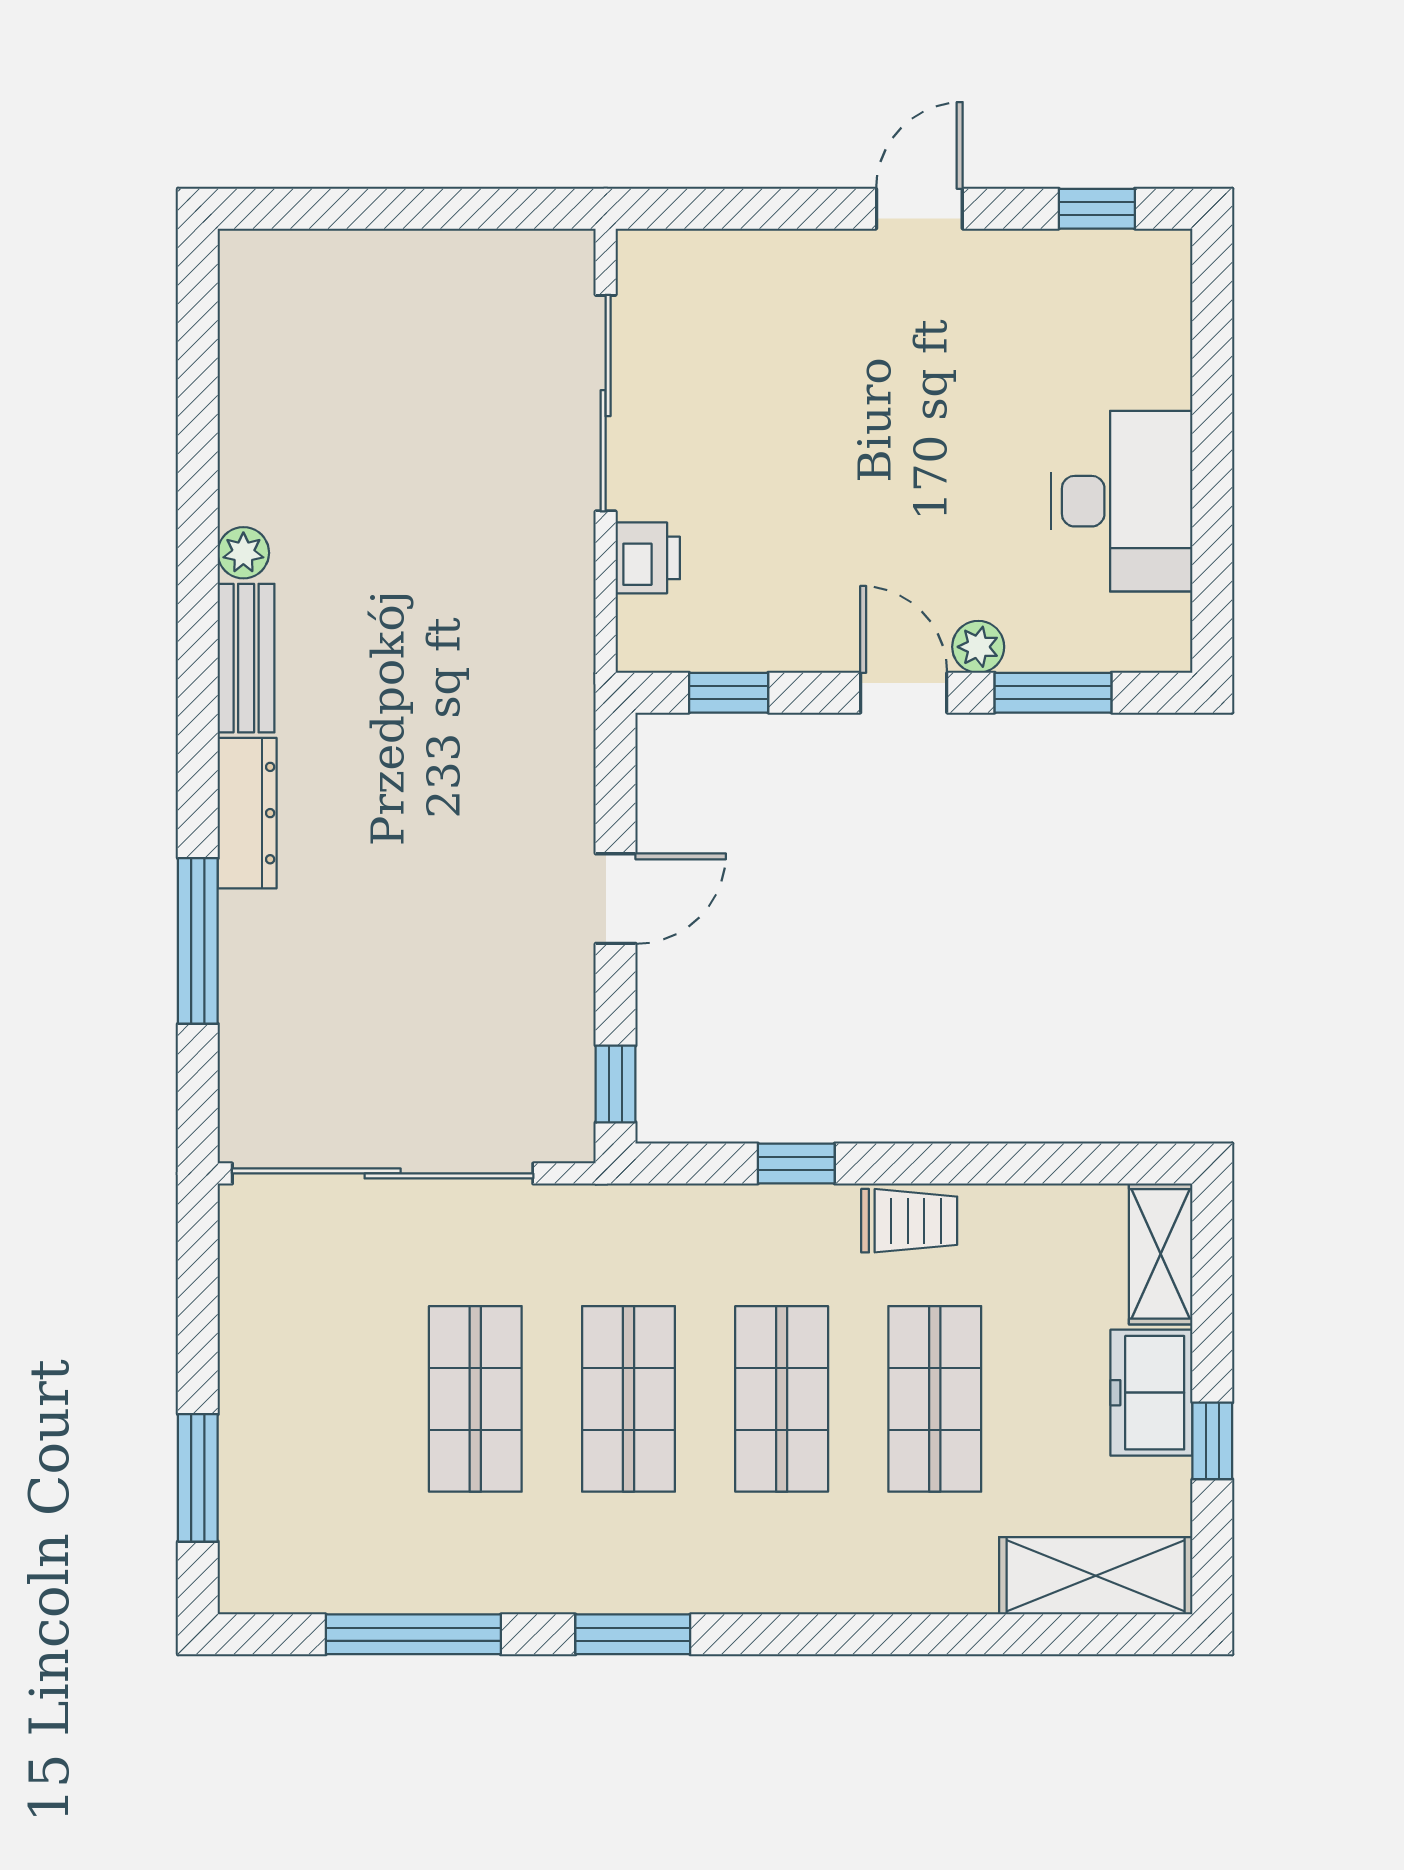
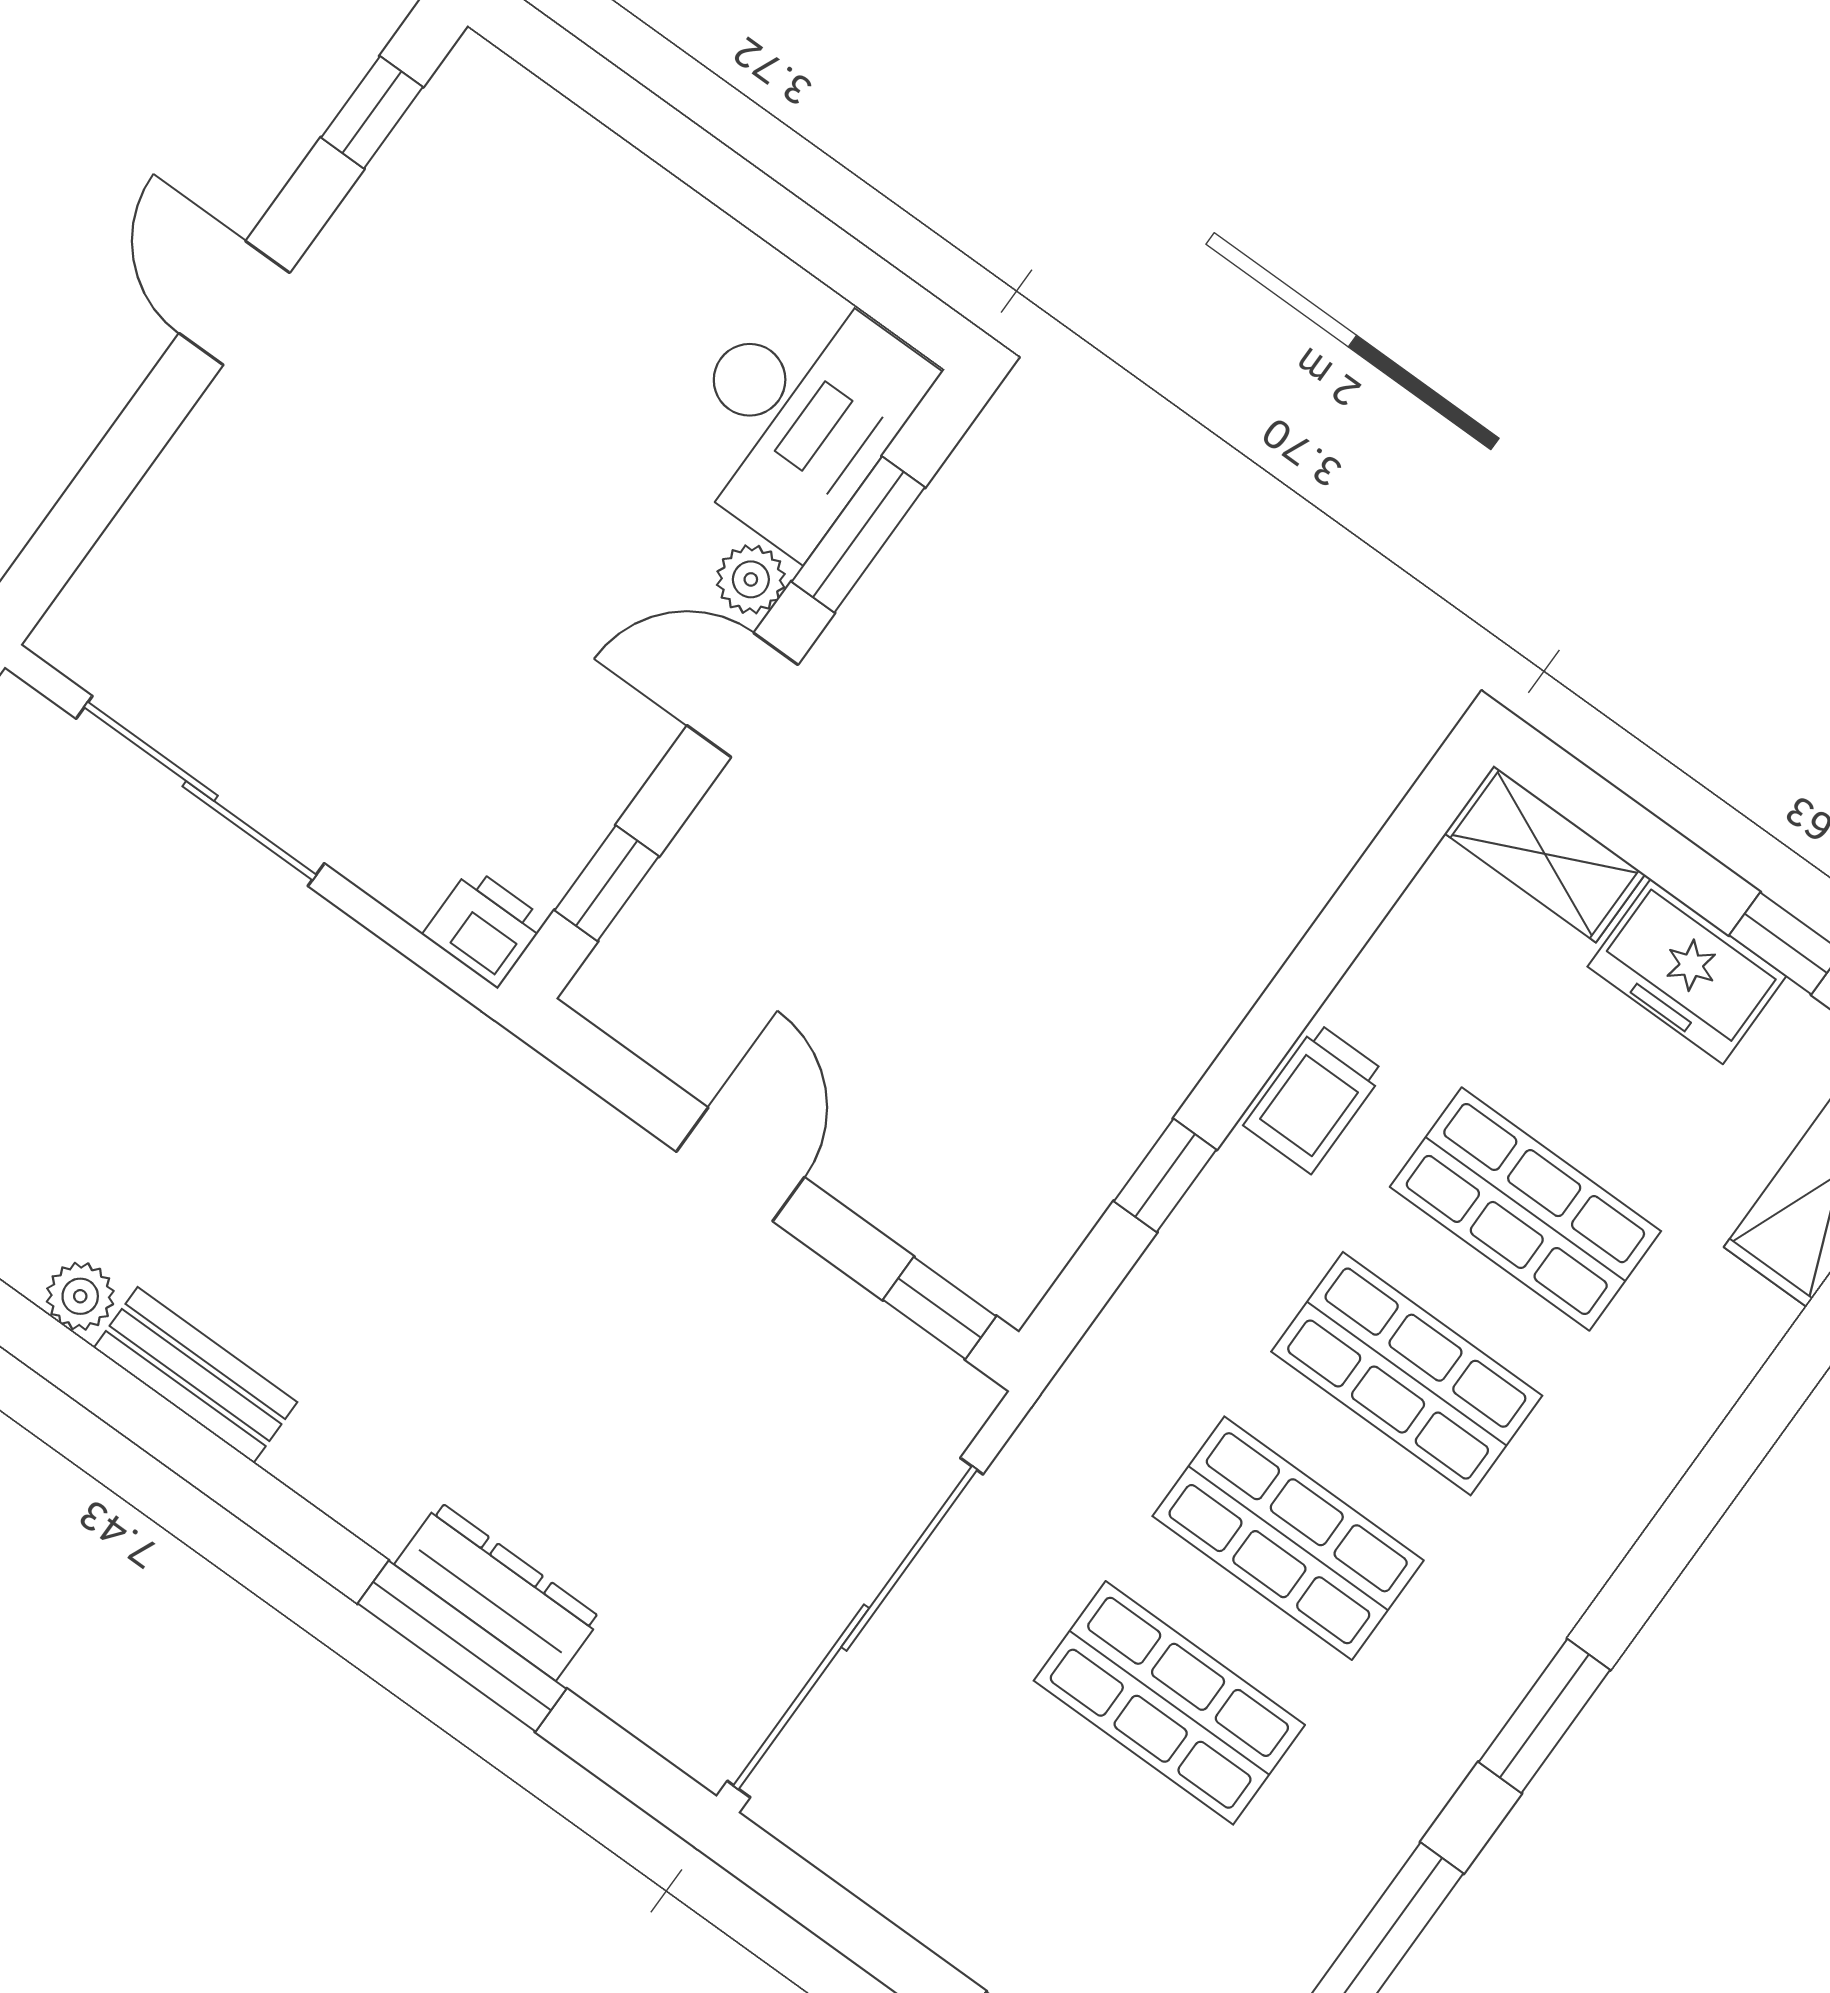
desk: (1121, 501) -> (797, 414), moved, turned 90
printer: (648, 558) -> (485, 927), moved
dresser: (247, 813) -> (498, 1591), moved
trolley: (909, 1221) -> (1314, 1098), turned 180

